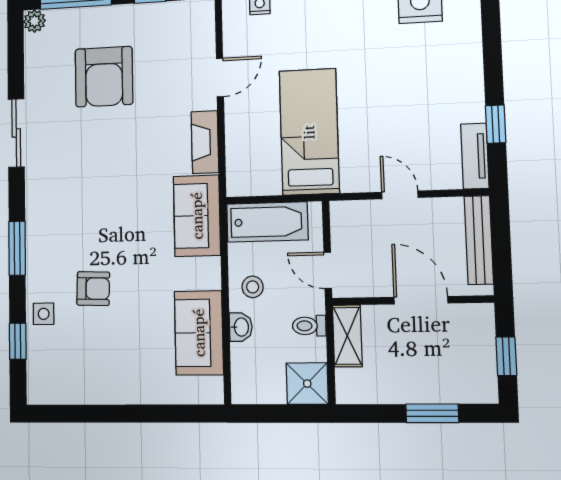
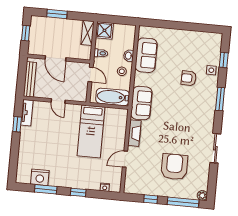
shelving: (347, 336) -> (88, 33), moved

